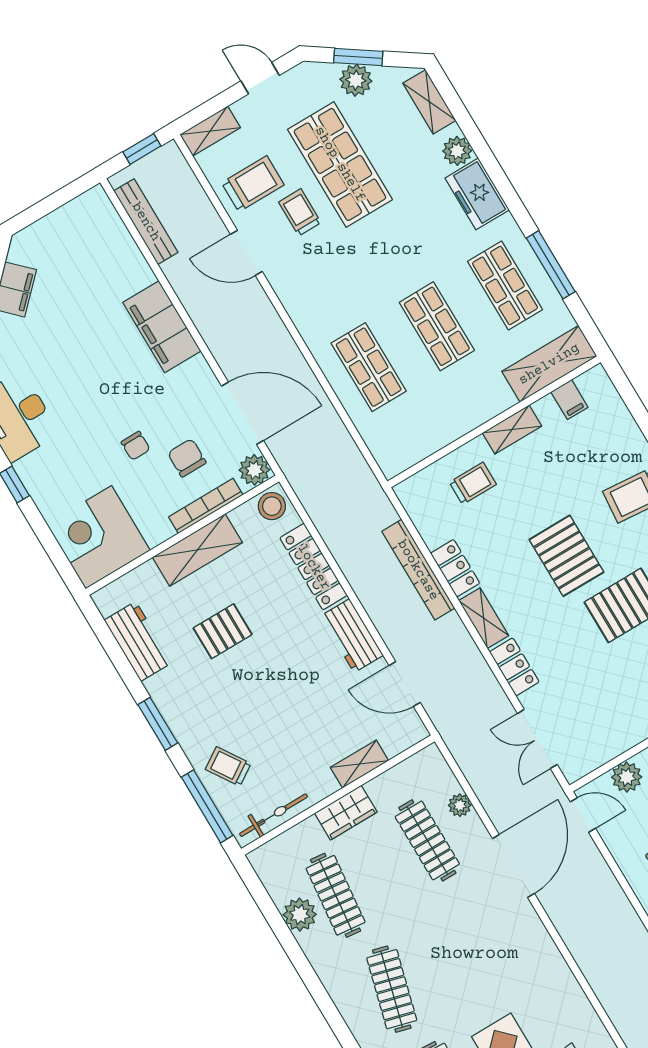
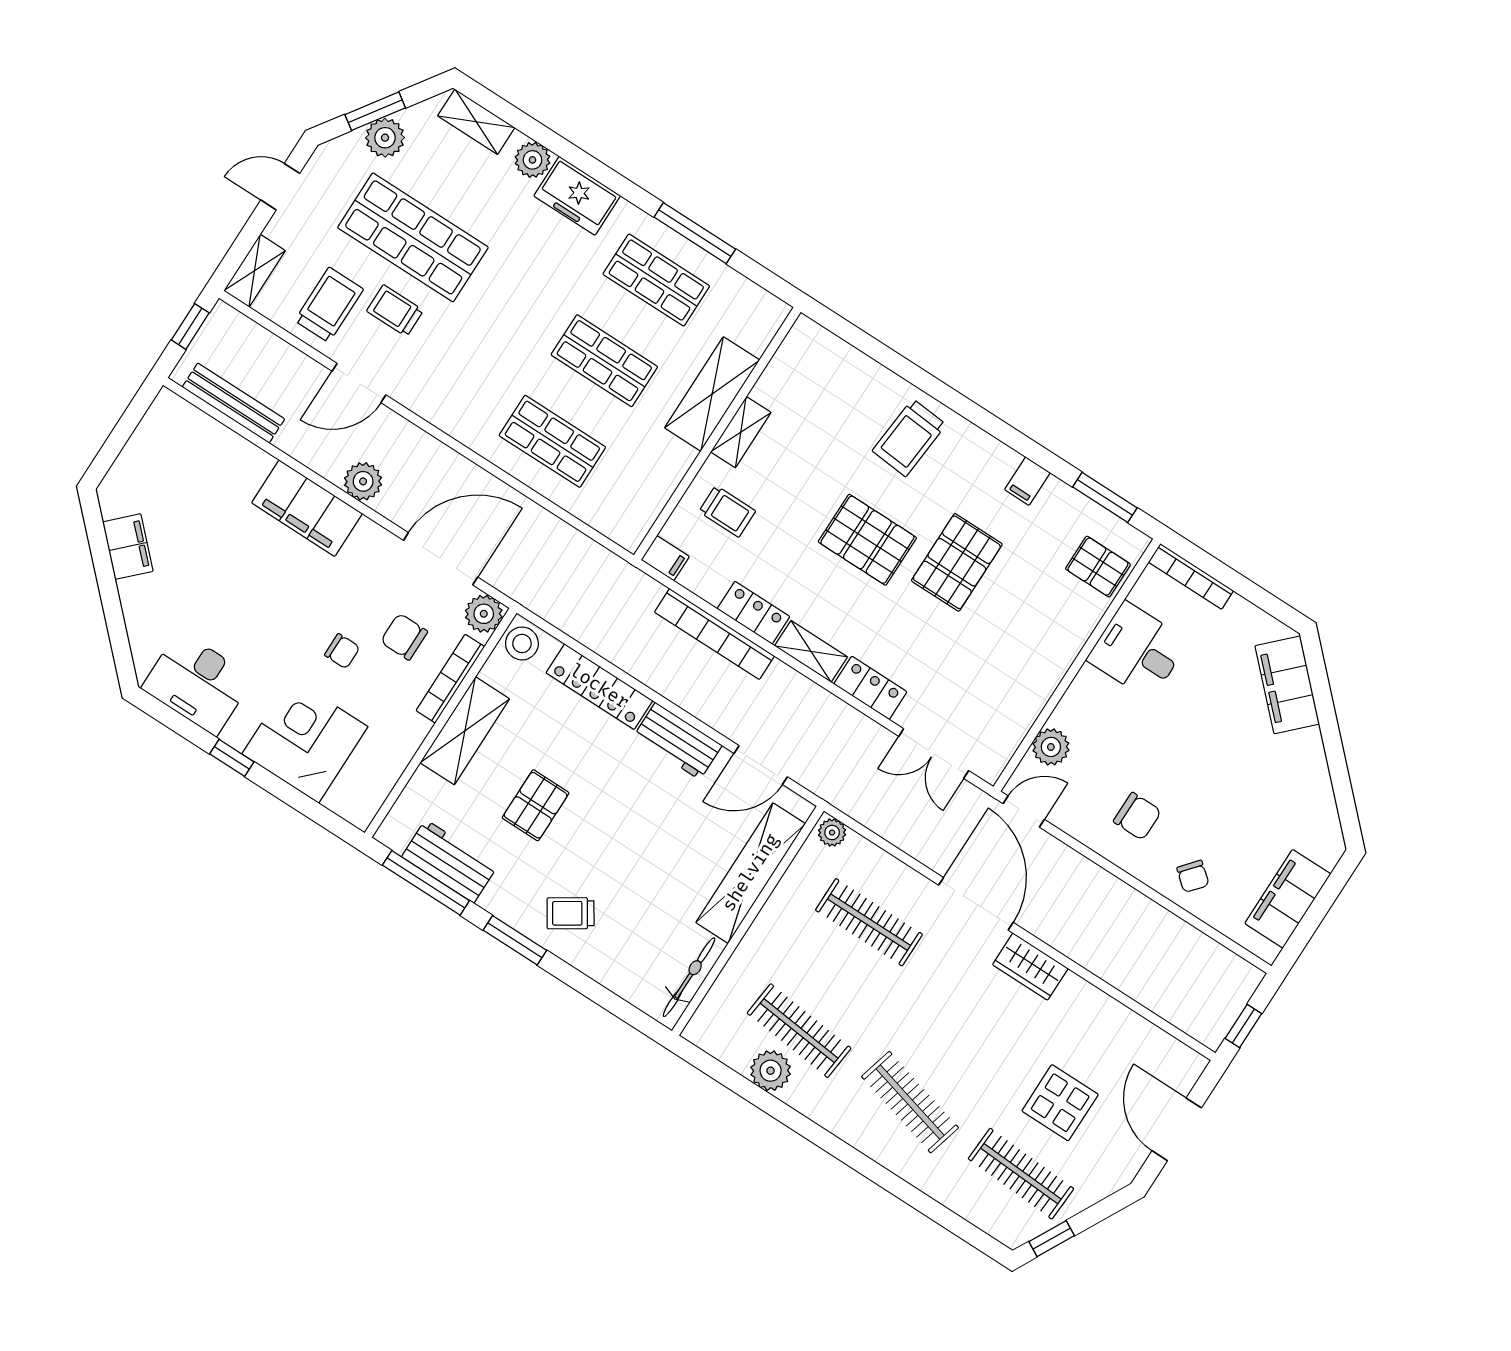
plant: (213, 327) -> (363, 481), added
shelving: (549, 364) -> (712, 394), moved
filing cabinet: (569, 400) -> (665, 558), moved
trolley: (473, 483) -> (727, 511), turned 90
corner desk: (99, 537) -> (305, 740), moved, turned 90
shelving: (359, 764) -> (751, 873), width x2.20, depth x1.33
trolley: (228, 766) -> (571, 913), moved
plant: (460, 805) -> (832, 832), moved
window: (207, 806) -> (426, 883), moved
wardrobe: (346, 813) -> (1030, 966), moved, turned 90

